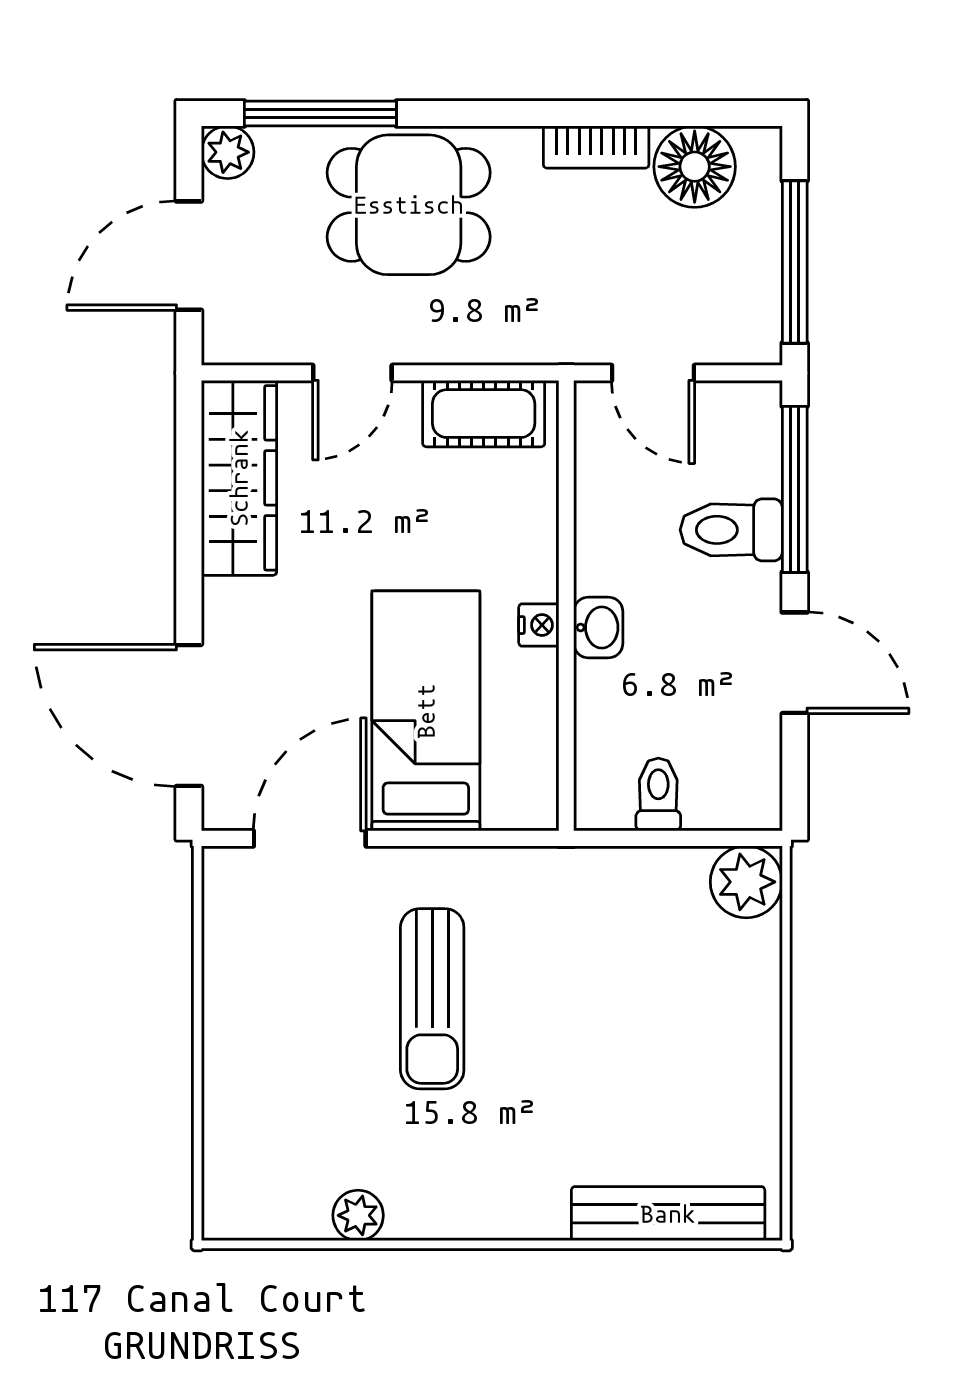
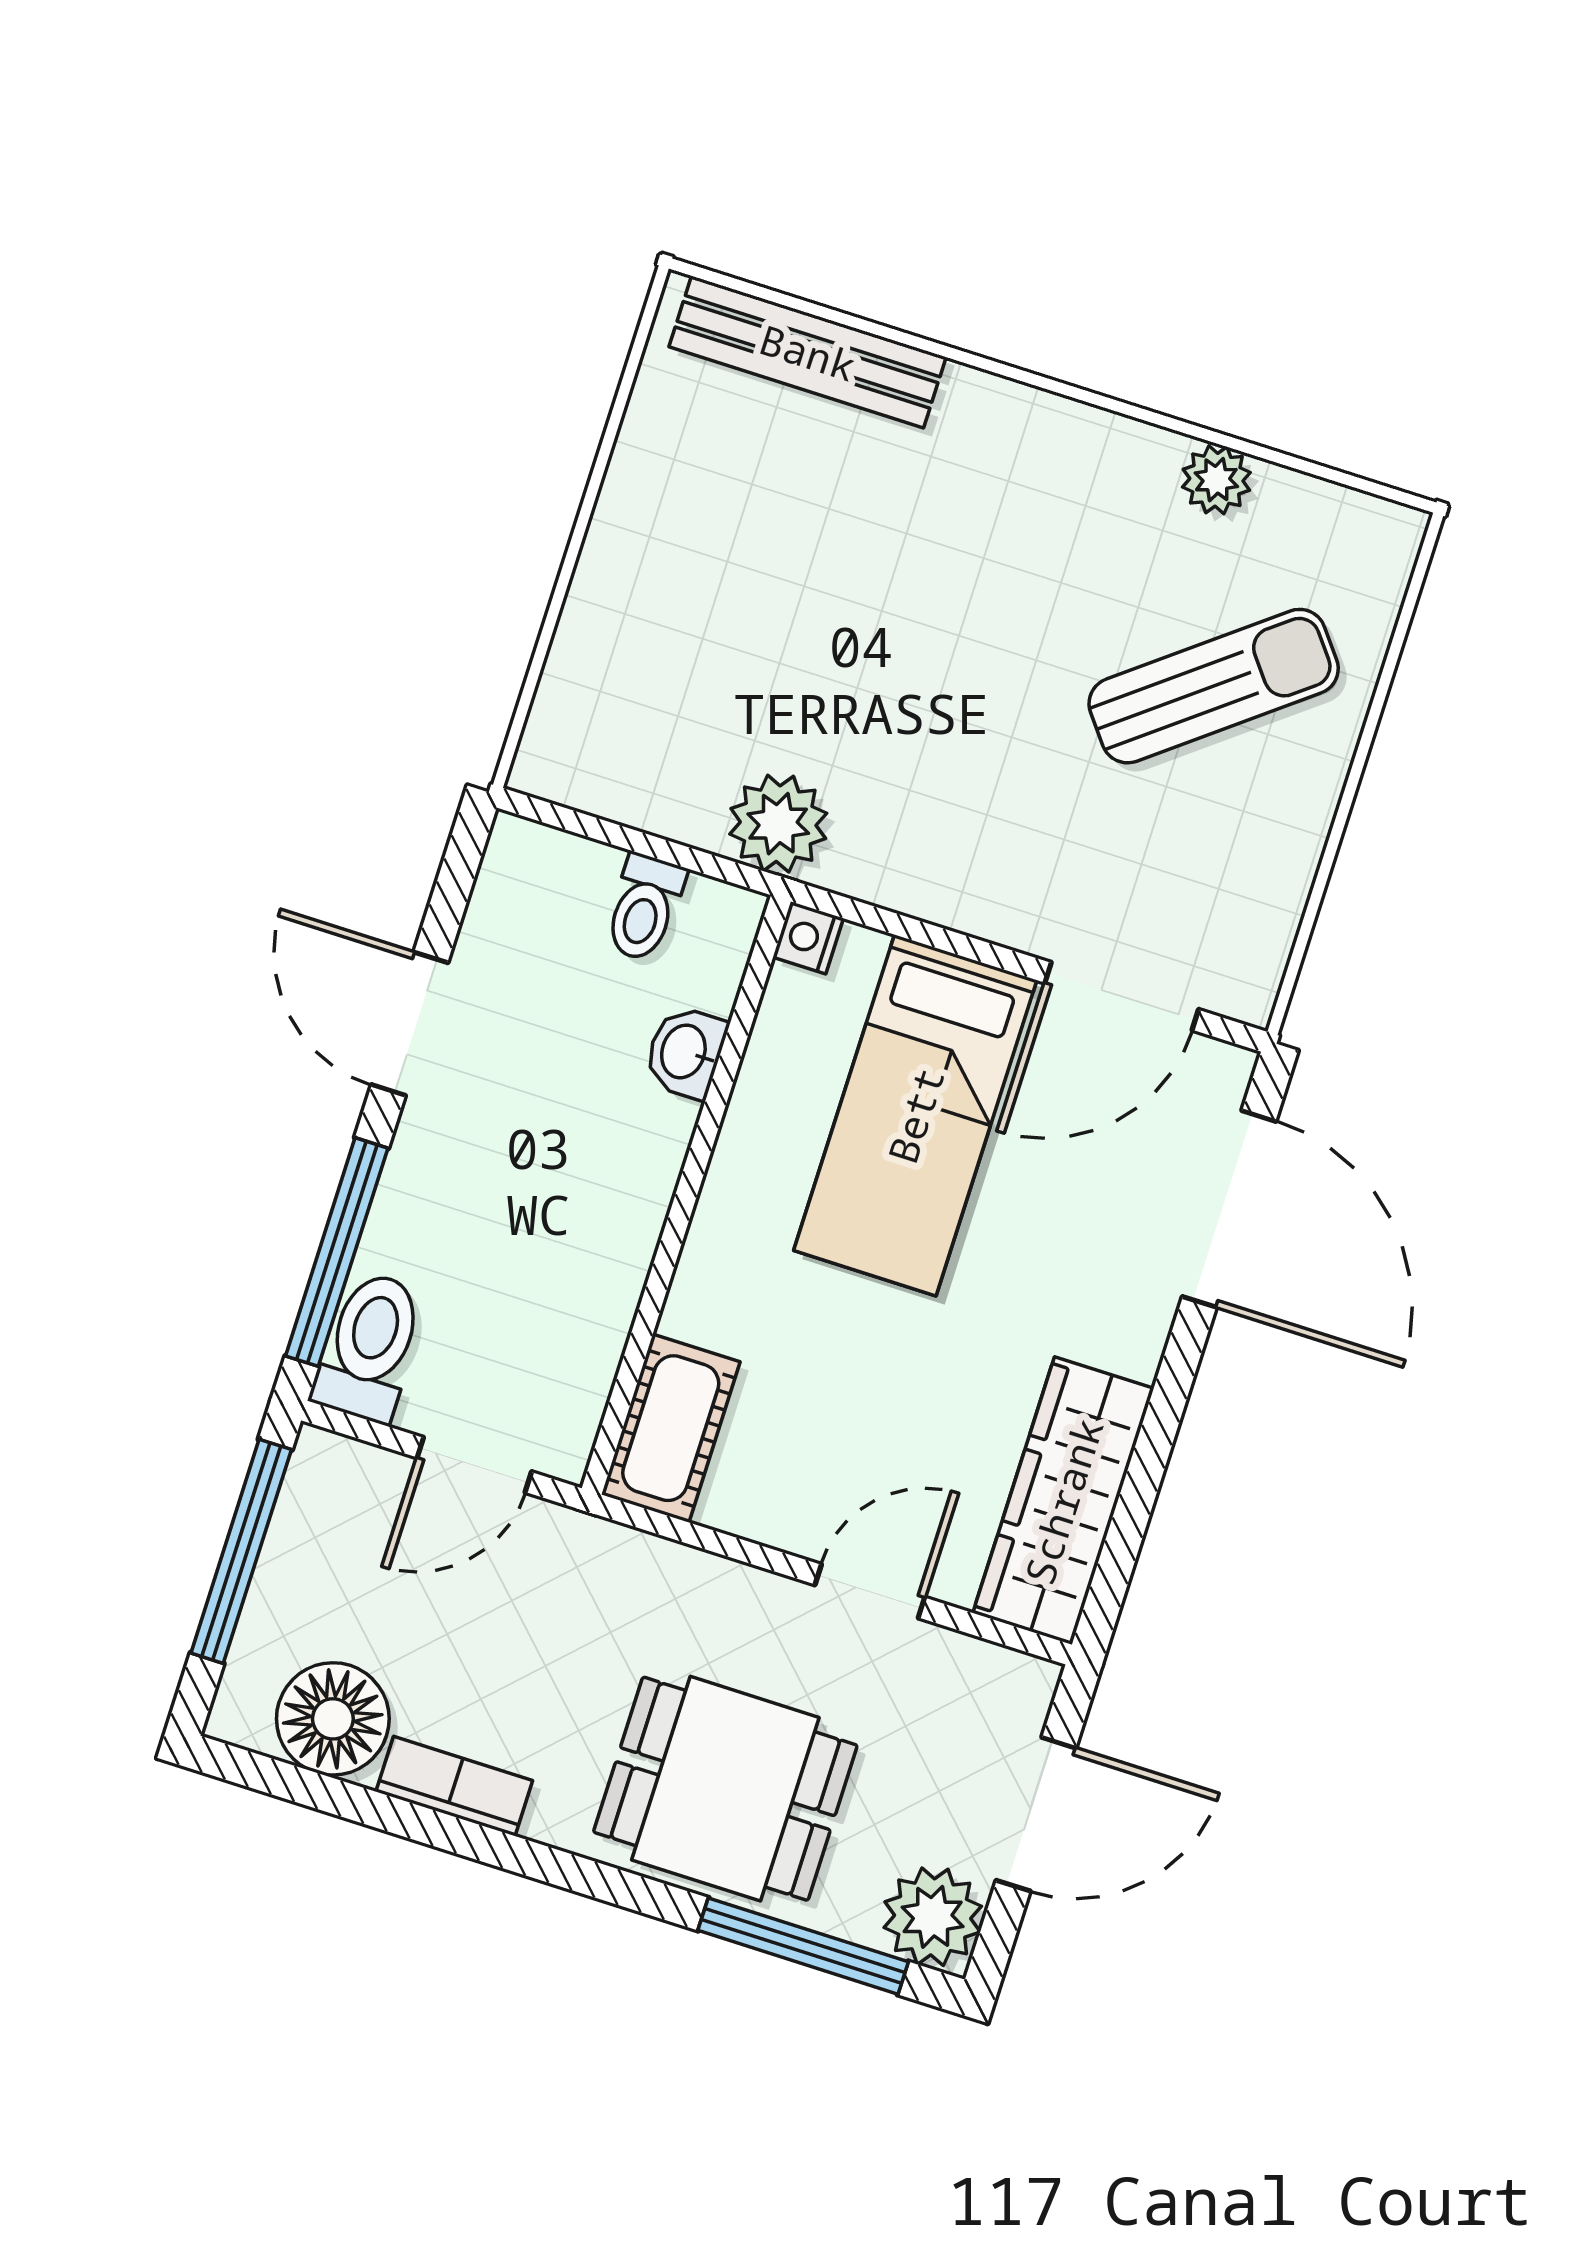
plant: (228, 152) -> (933, 1917), width x1.38, depth x1.38
door: (653, 373) -> (474, 1465), swing flipped
cot: (484, 414) -> (671, 1428), moved, turned 90
toilet: (731, 530) -> (370, 1347), moved, turned -90
nightstand: (539, 625) -> (808, 938), moved
washbasin: (598, 628) -> (685, 1052), moved
plant: (746, 882) -> (778, 824), moved
sun lounger: (432, 999) -> (1214, 686), moved, turned 52

